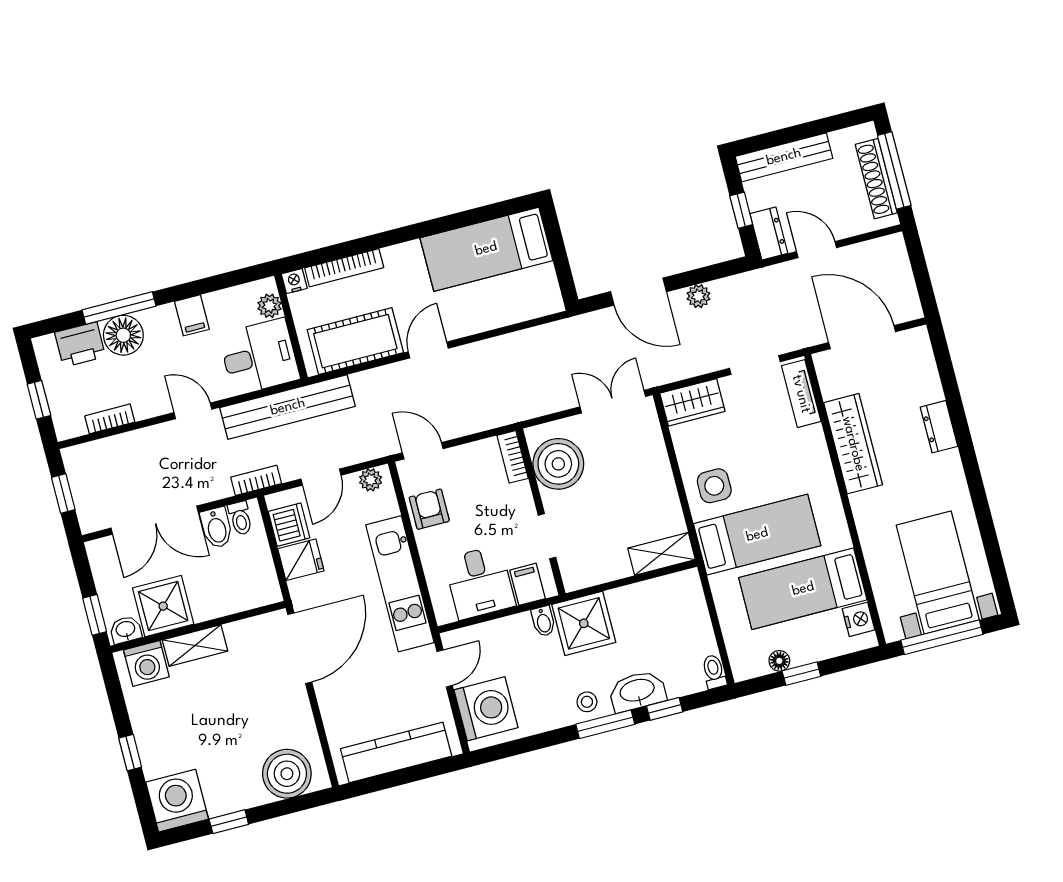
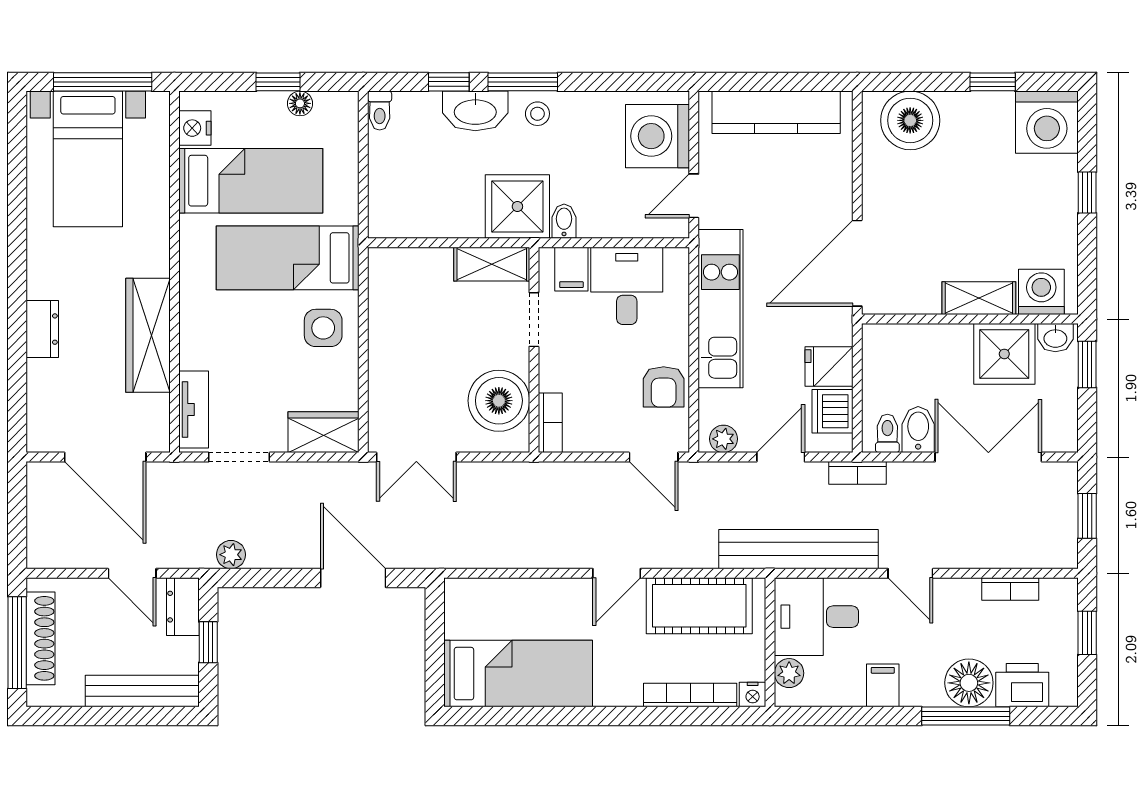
plant: (698, 296) -> (231, 555), moved
shelving: (661, 554) -> (492, 264), moved

